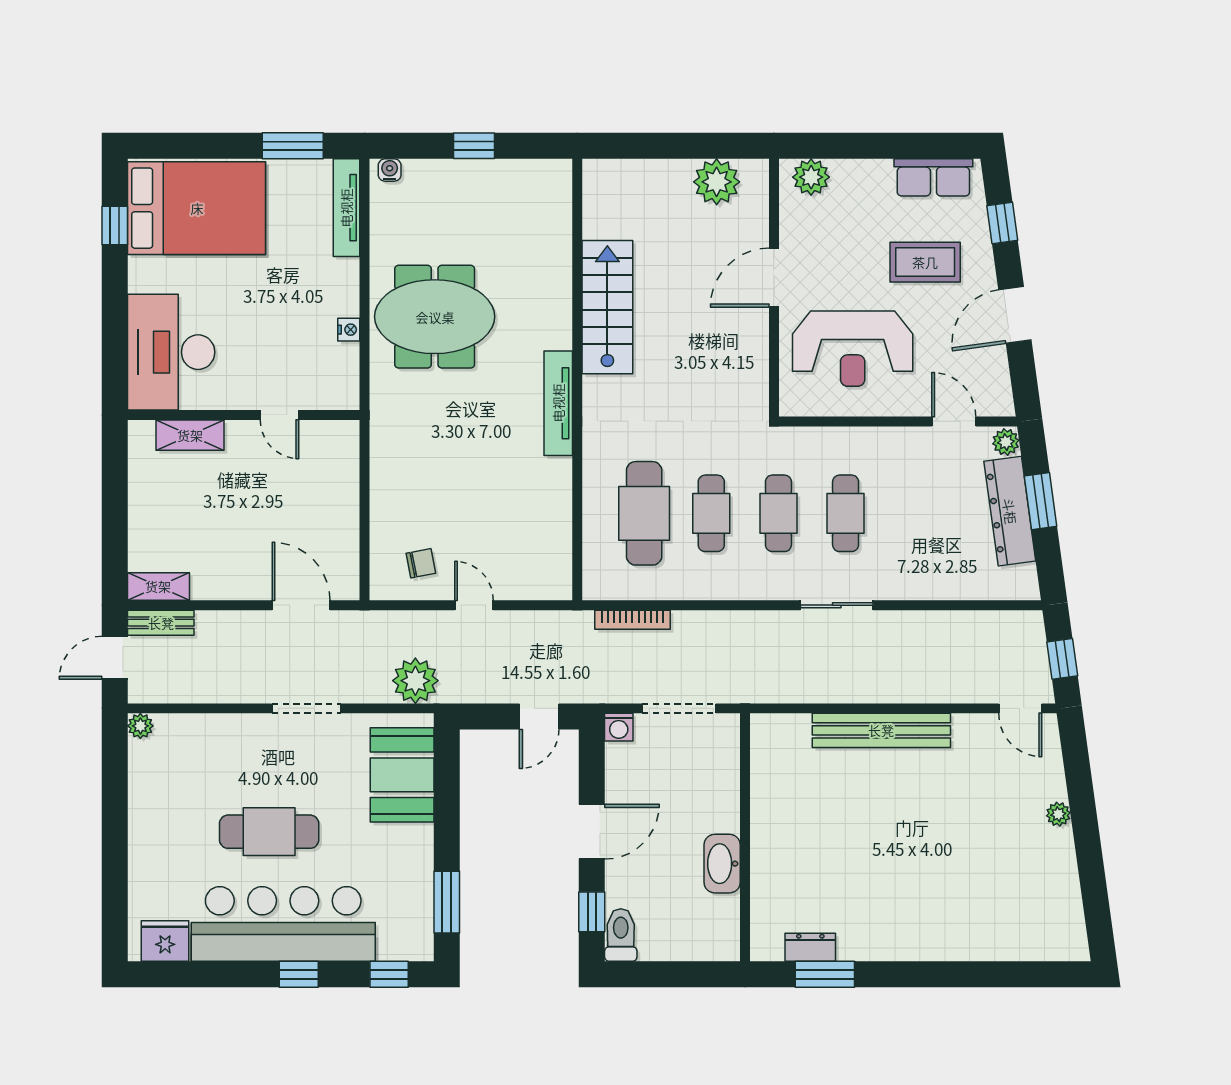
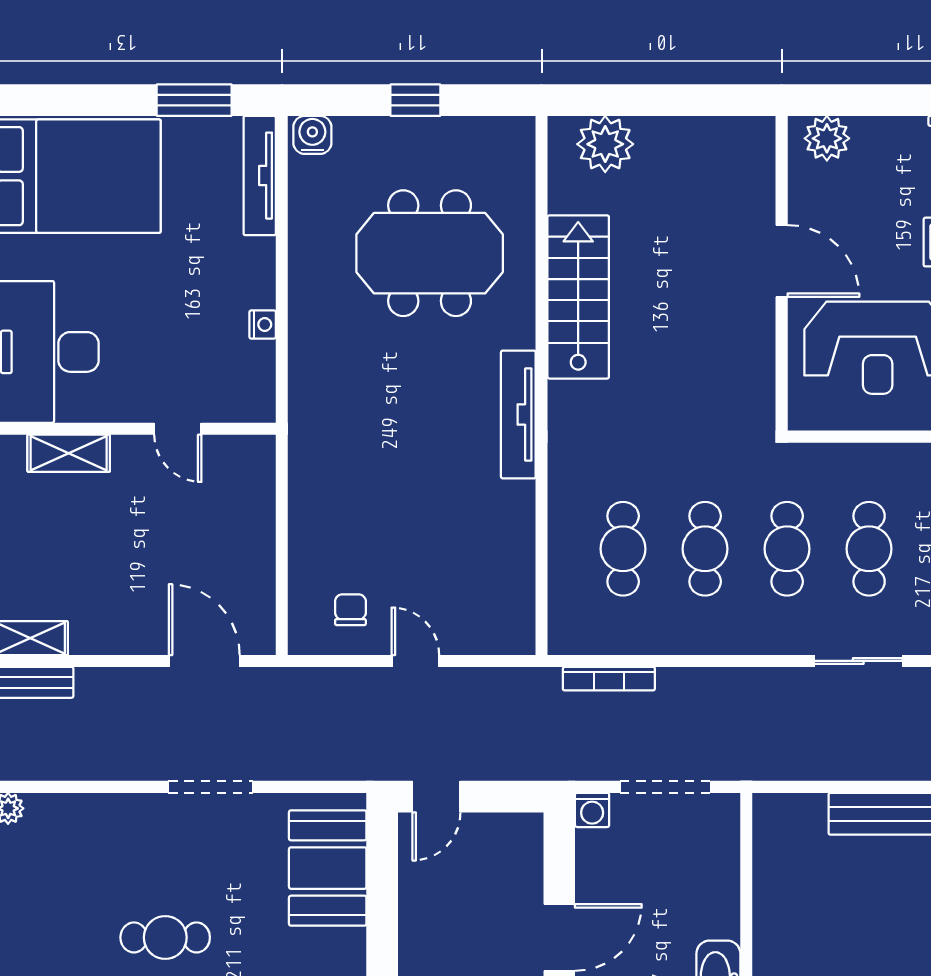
water cooler: (390, 170) -> (312, 135), width x1.38, depth x1.38
plant: (717, 182) -> (605, 144), moved
door: (774, 278) -> (782, 261), swing flipped
meeting table: (435, 317) -> (430, 253), moved
cafe table: (644, 513) -> (623, 549), width x0.73, depth x0.74
chair: (421, 563) -> (350, 610), turned -79
plant: (415, 681) -> (344, 753), removed
door: (539, 716) -> (436, 797), moved
cafe table: (269, 832) -> (165, 937), width x0.73, depth x0.74

